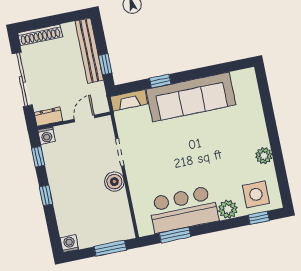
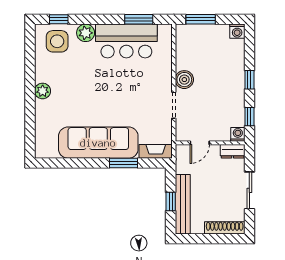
window: (105, 64) -> (171, 201), moved
sliding door: (22, 79) -> (249, 190), width x0.73
window: (160, 81) -> (123, 163), width x1.50
plant: (264, 156) -> (43, 91), moved

